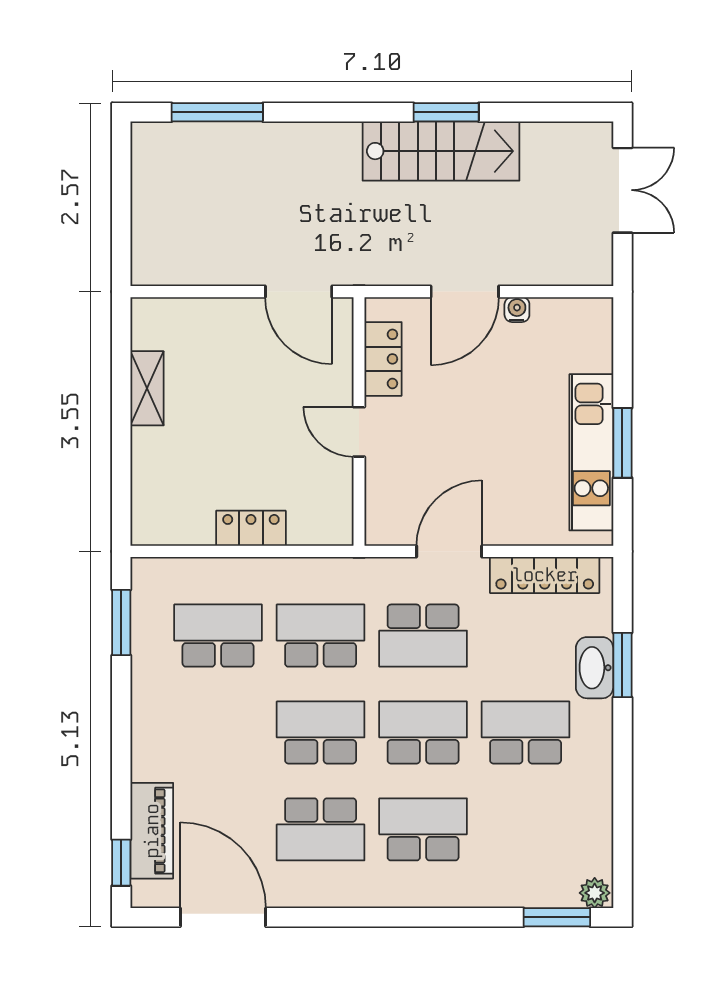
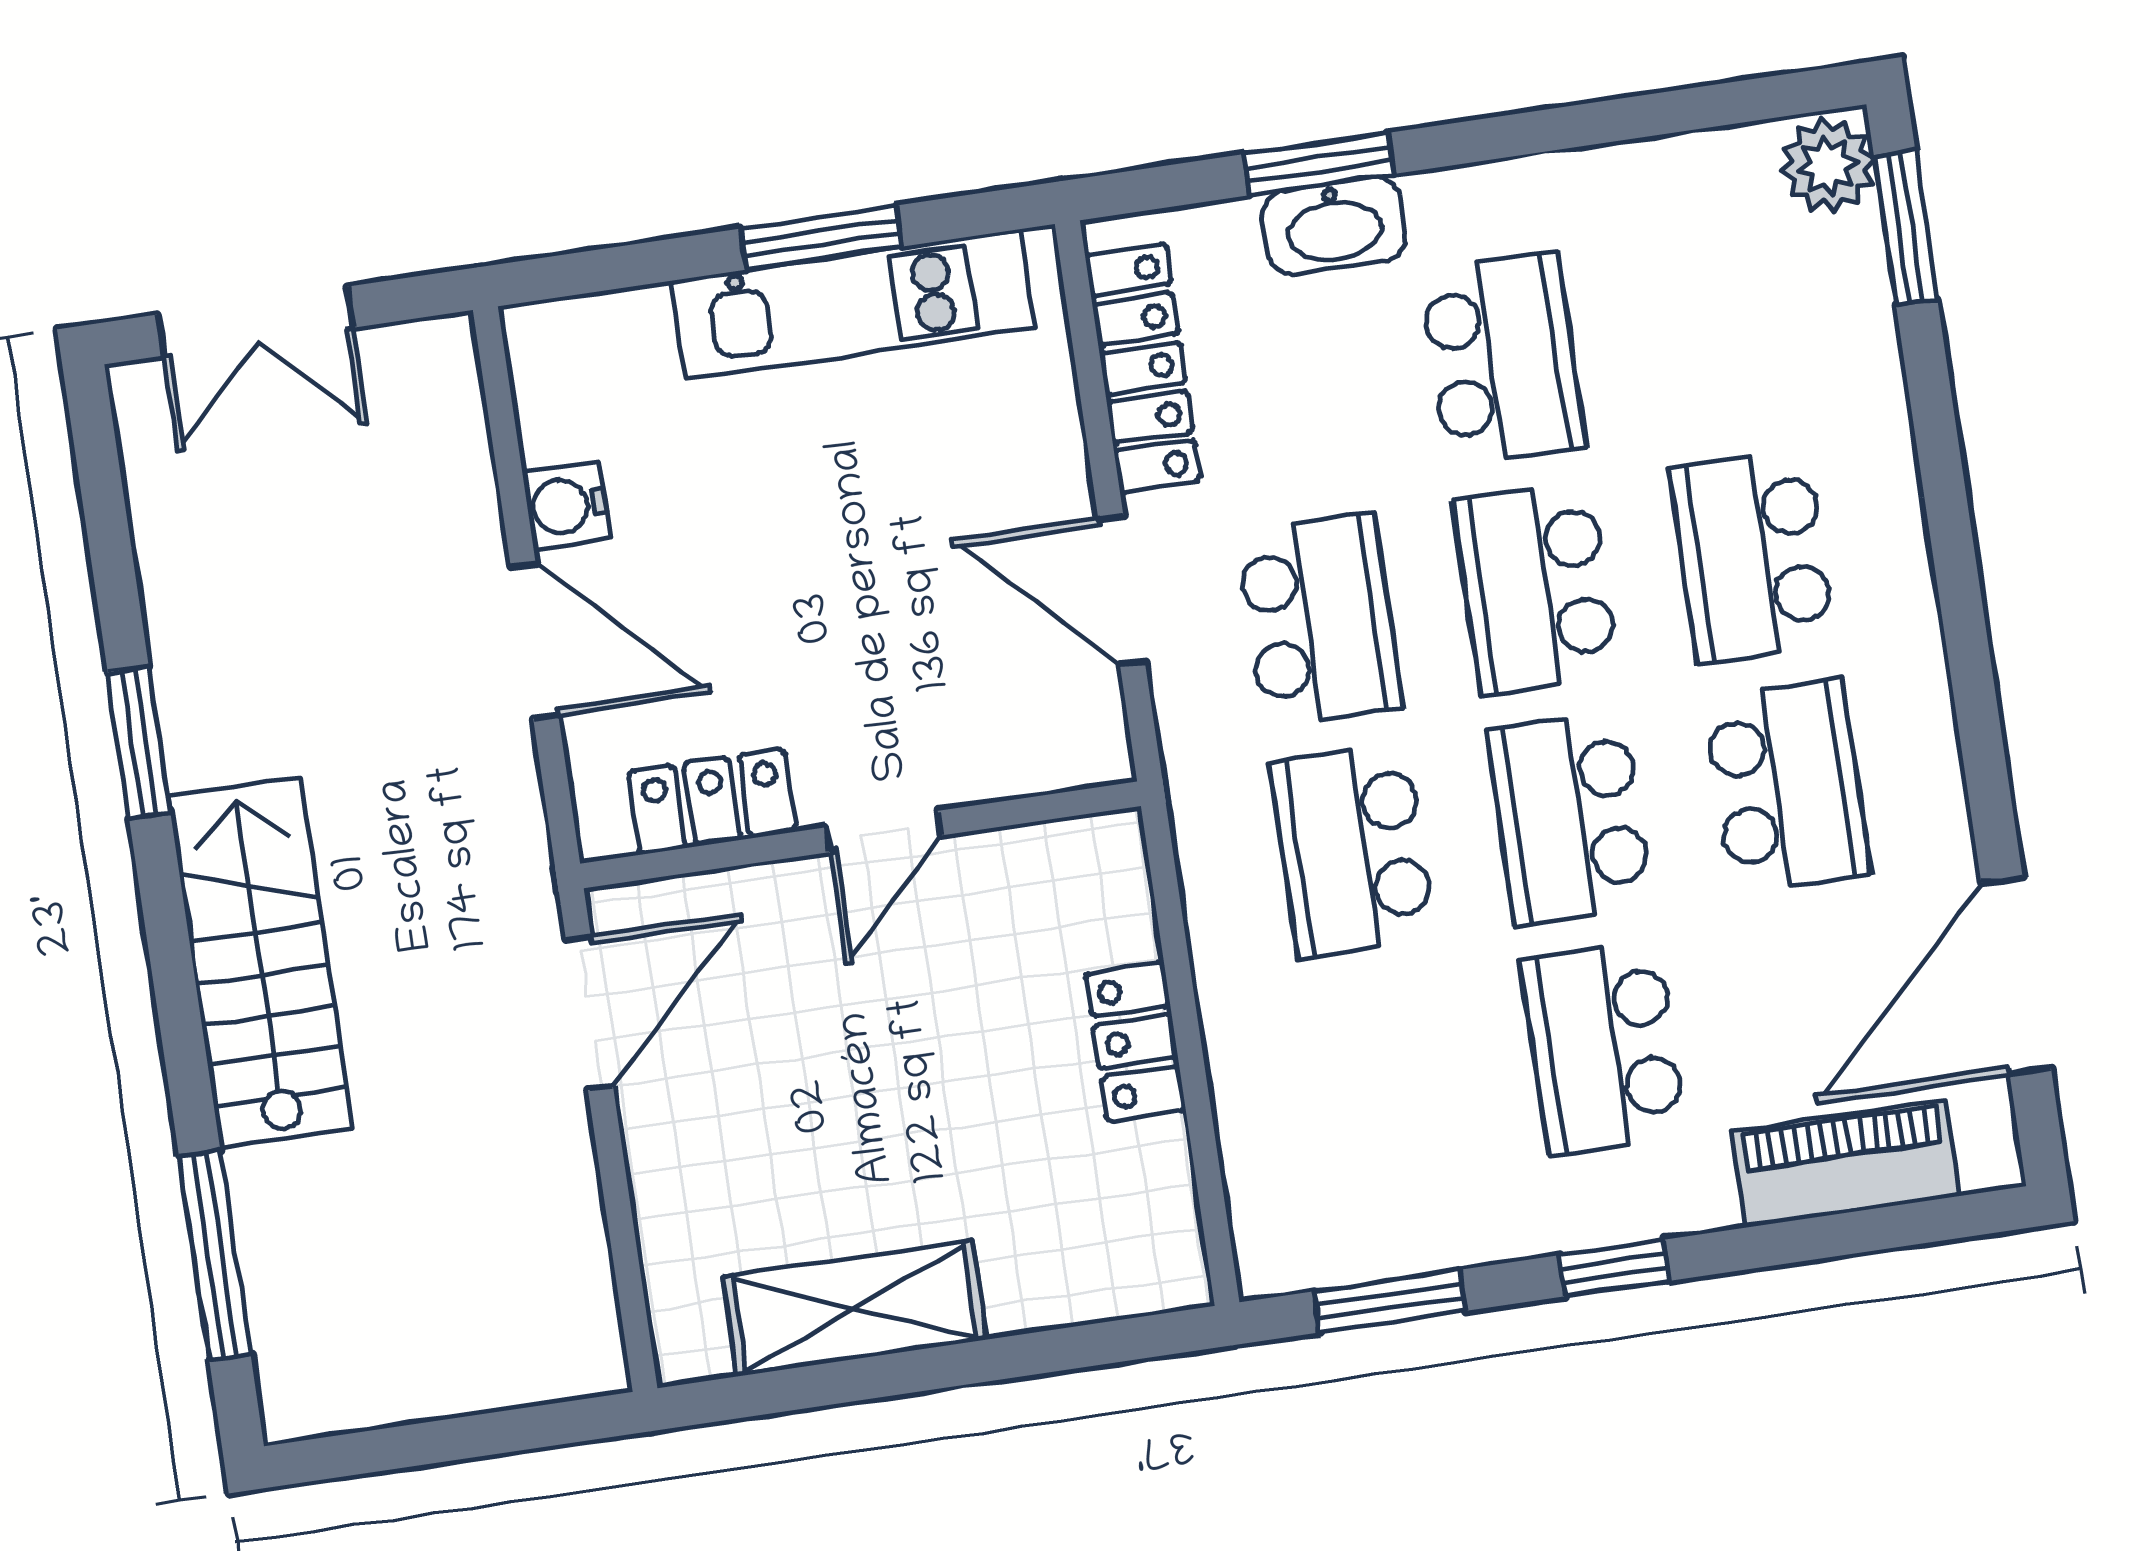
stairs: (441, 151) -> (260, 963), moved
double door: (622, 190) -> (255, 321), swing flipped
water cooler: (517, 310) -> (567, 506), width x1.38, depth x1.38
shelving: (147, 388) -> (854, 1308), width x1.50, depth x1.33
school desk: (218, 636) -> (1604, 1048), moved
school desk: (526, 732) -> (1502, 359), turned 180
window: (121, 863) -> (1615, 1268), moved
plant: (595, 893) -> (1828, 166), width x1.38, depth x1.38

